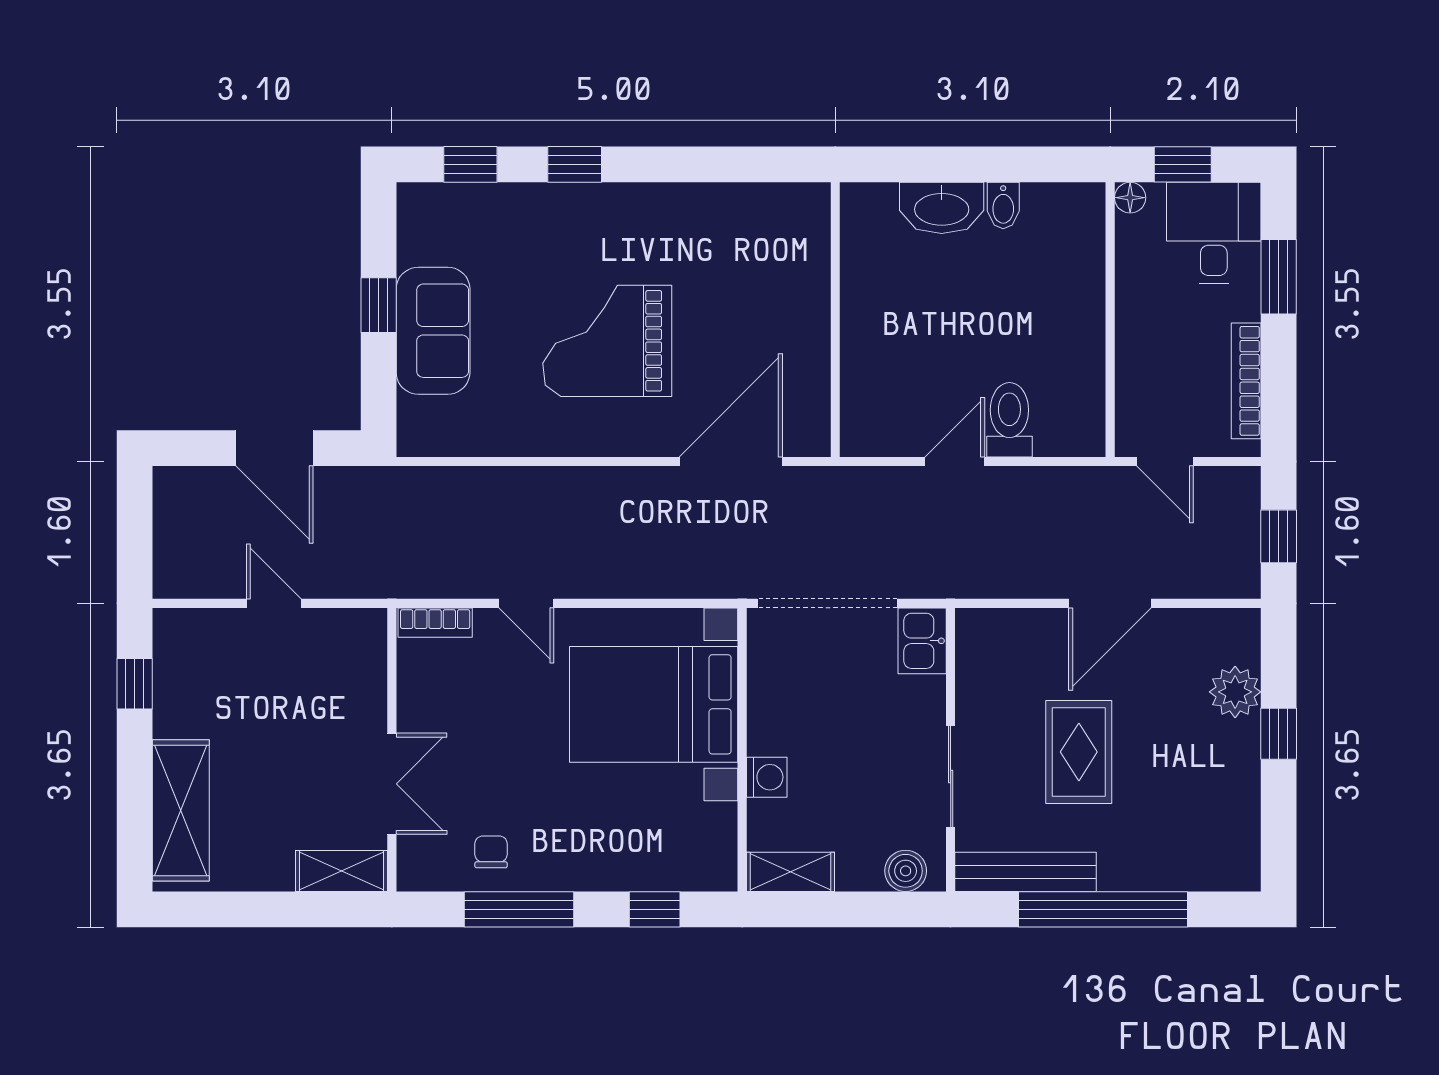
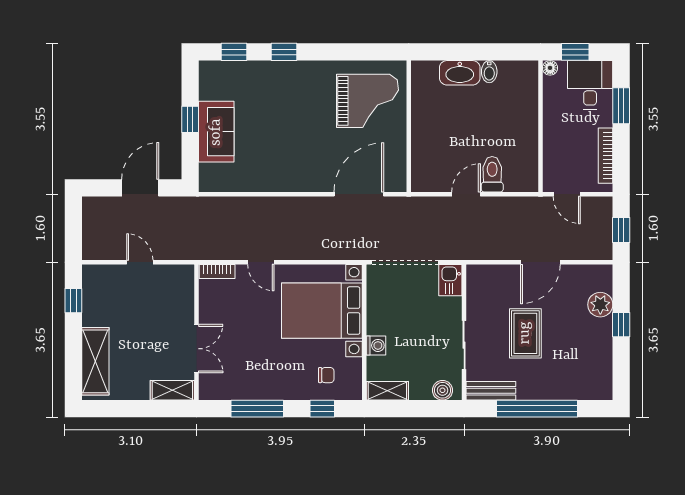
grand piano: (607, 341) -> (367, 101), moved, turned 180
door: (274, 448) -> (140, 188), swing flipped
chair: (491, 852) -> (326, 375), moved, turned 90
bench: (1026, 872) -> (491, 391), width x0.73

